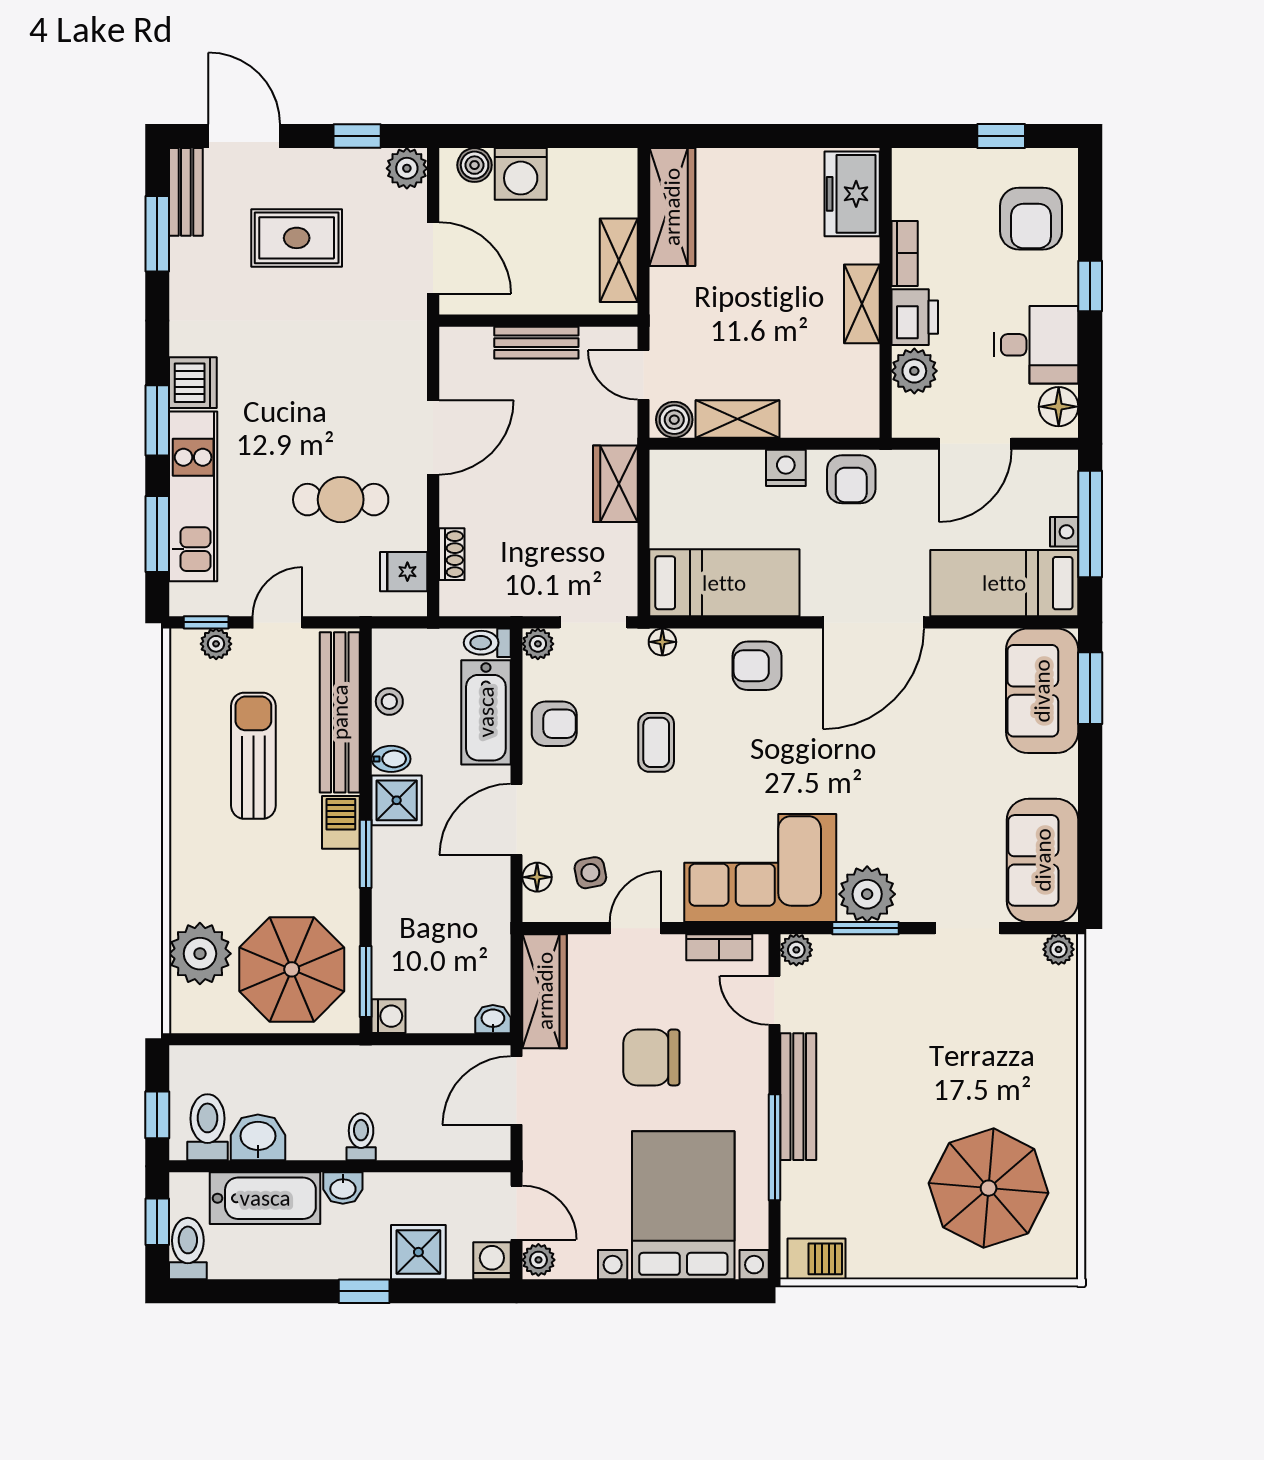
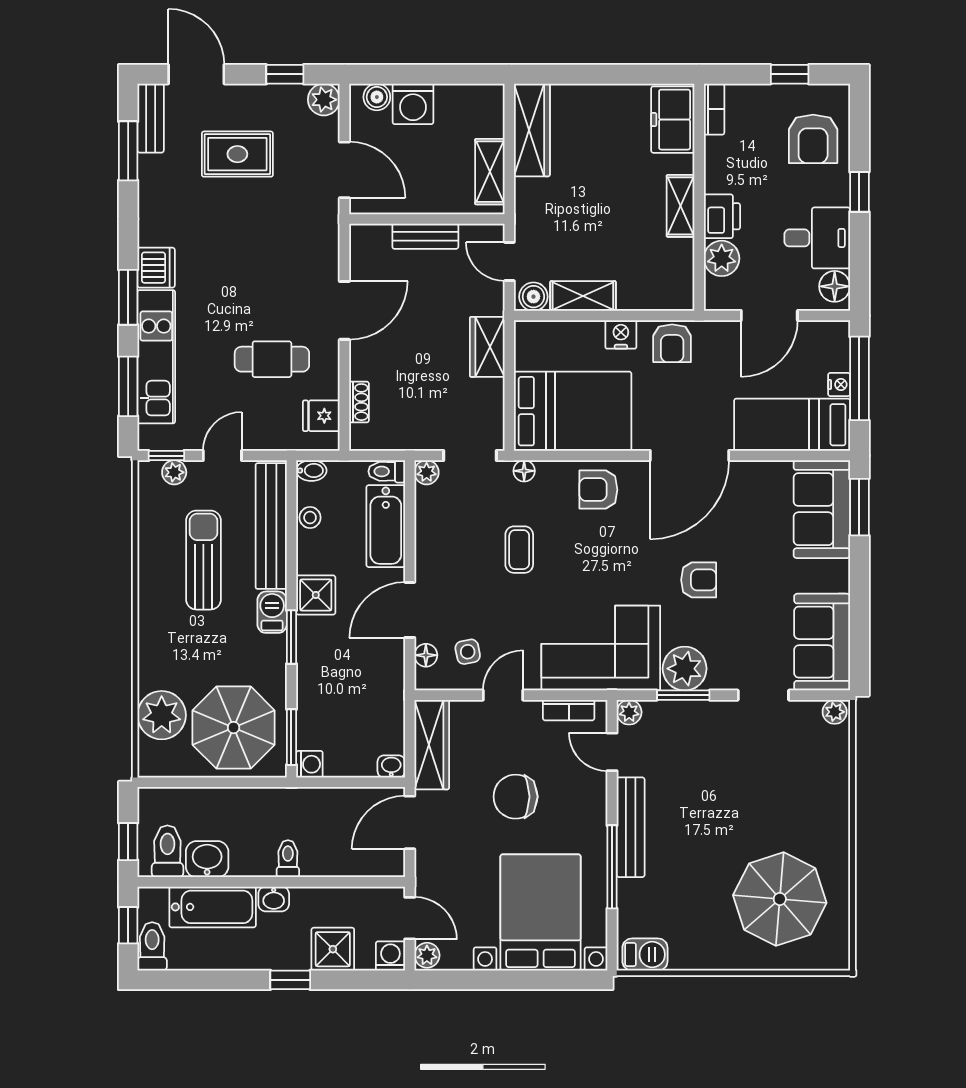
bookcase: (905, 253) -> (714, 109), moved
bed: (724, 583) -> (573, 411), width x1.50
armchair: (554, 724) -> (699, 580), moved
bidet: (391, 759) -> (311, 471), moved

